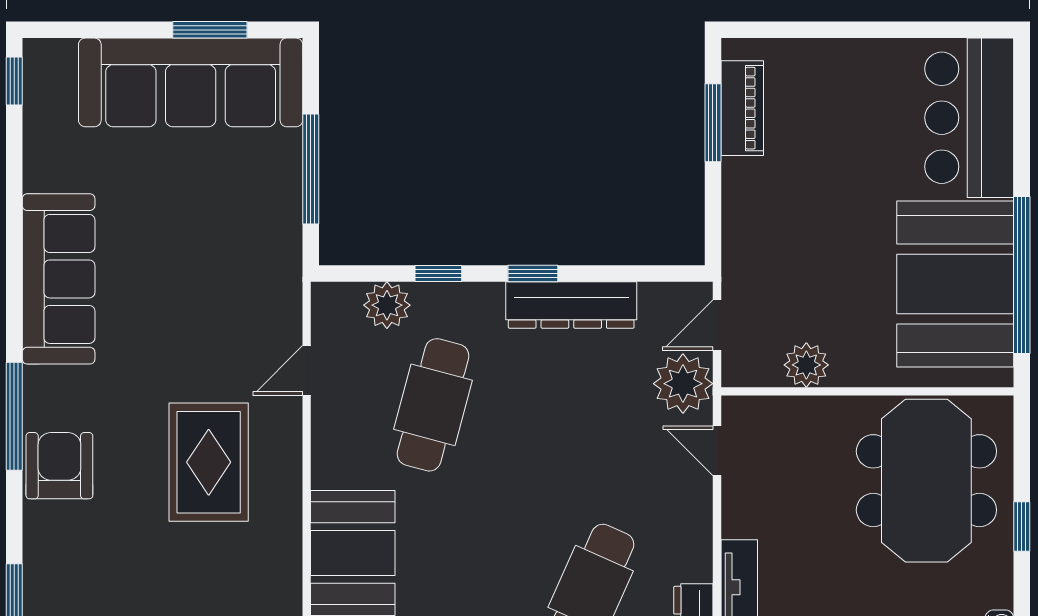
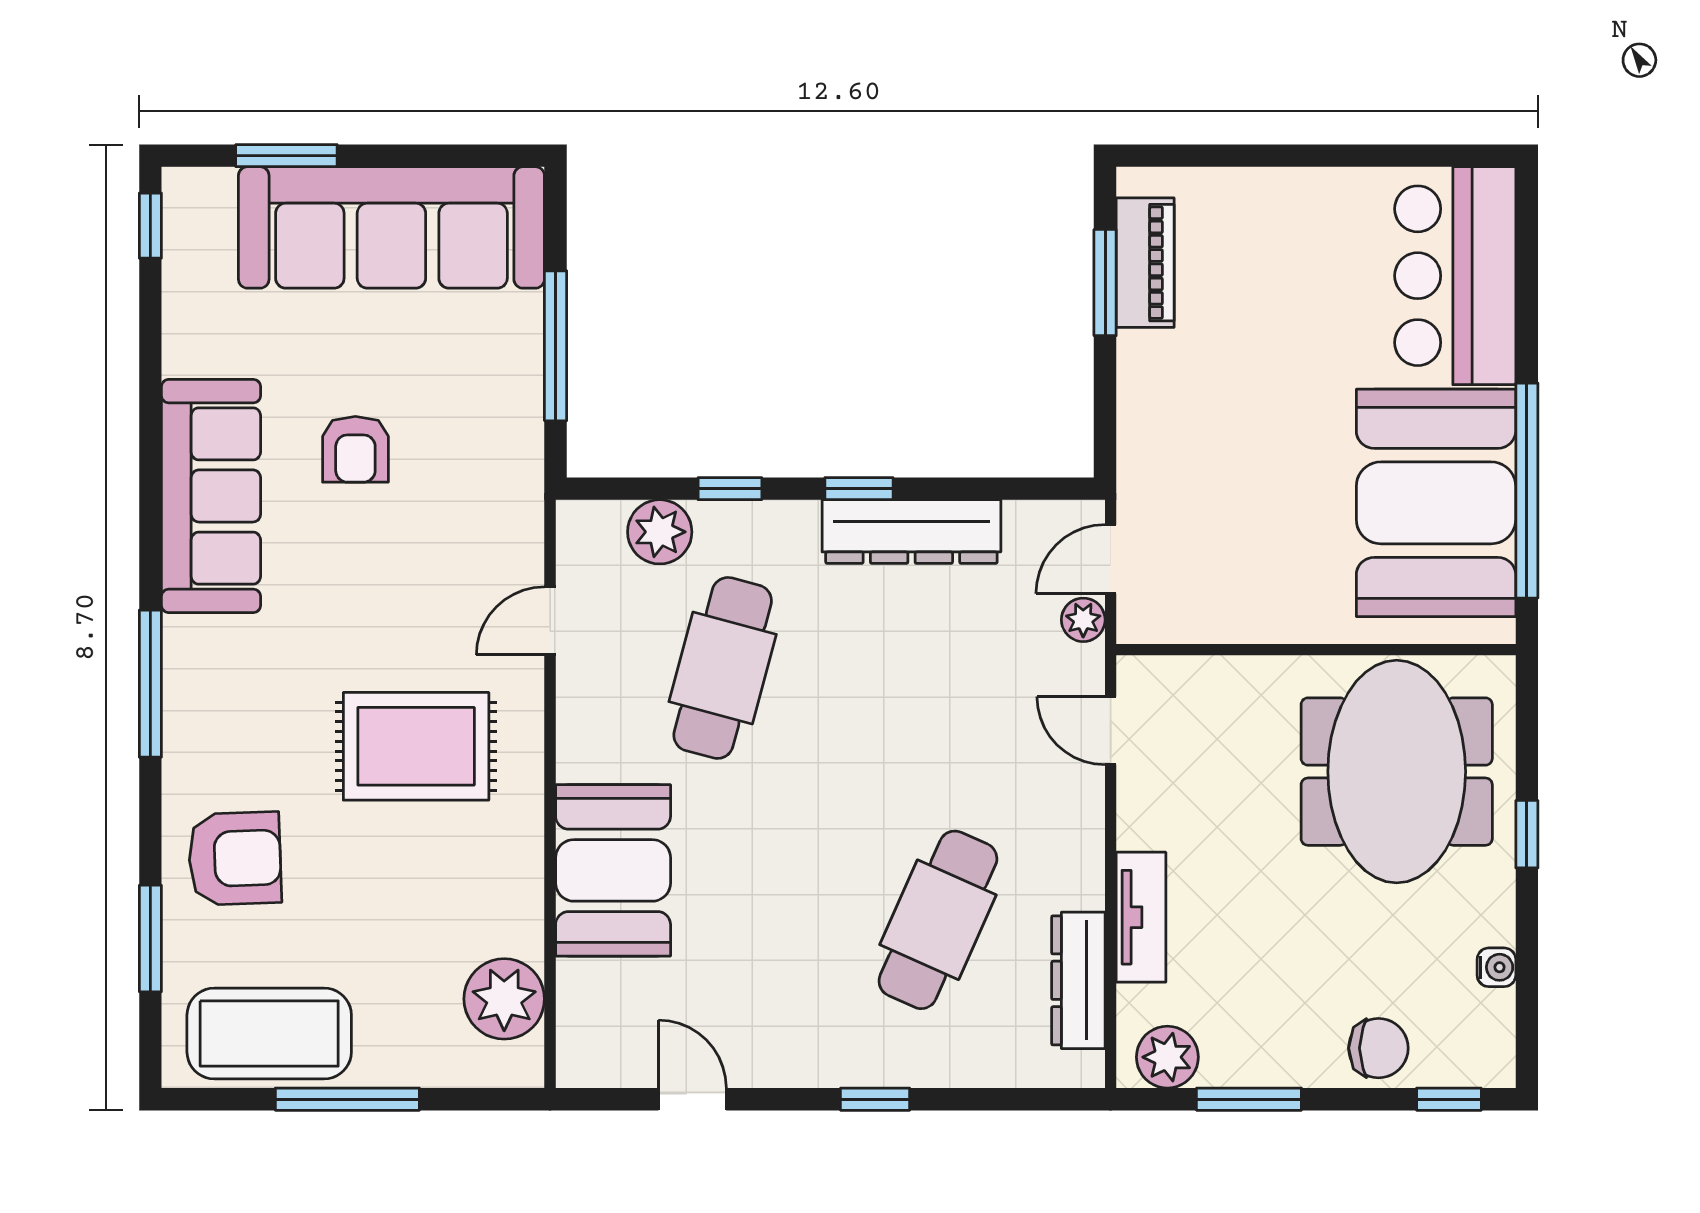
window: (210, 30) -> (286, 156), moved
armchair: (164, 245) -> (355, 449), added
plant: (806, 365) -> (1233, 613), removed
plant: (683, 384) -> (1083, 620), width x0.53, depth x0.53
rug: (209, 462) -> (416, 746), turned 90
armchair: (59, 466) -> (235, 858), moved, turned 88

